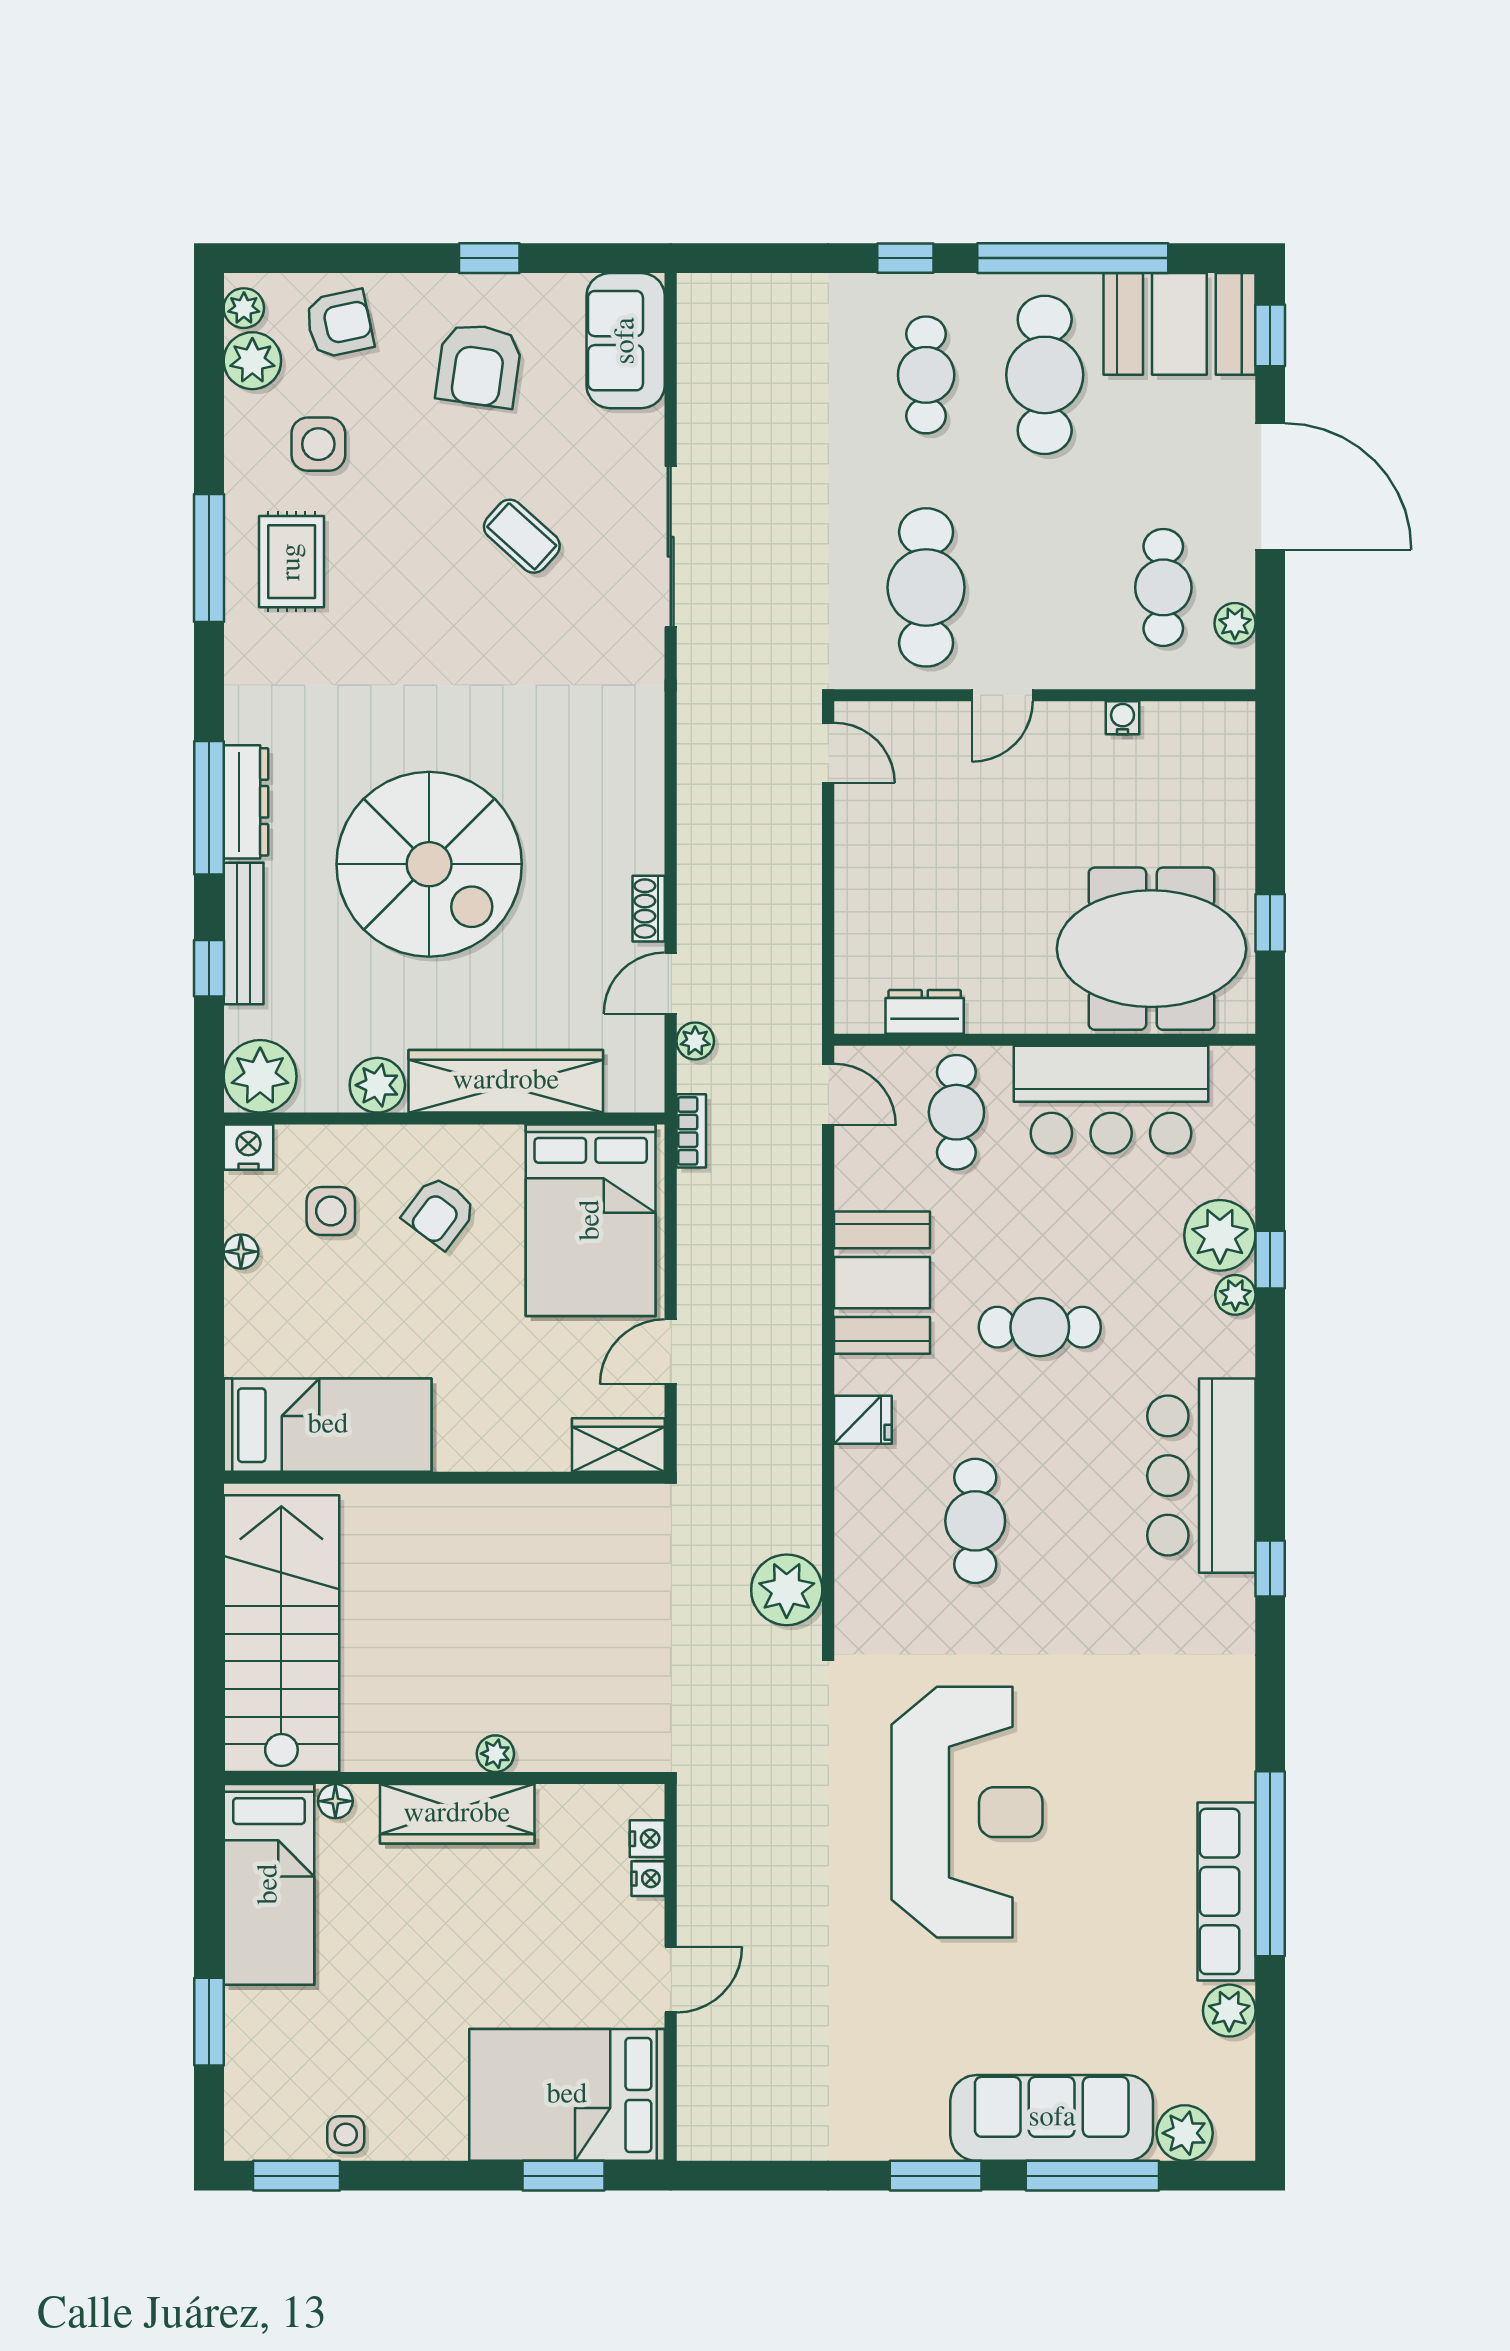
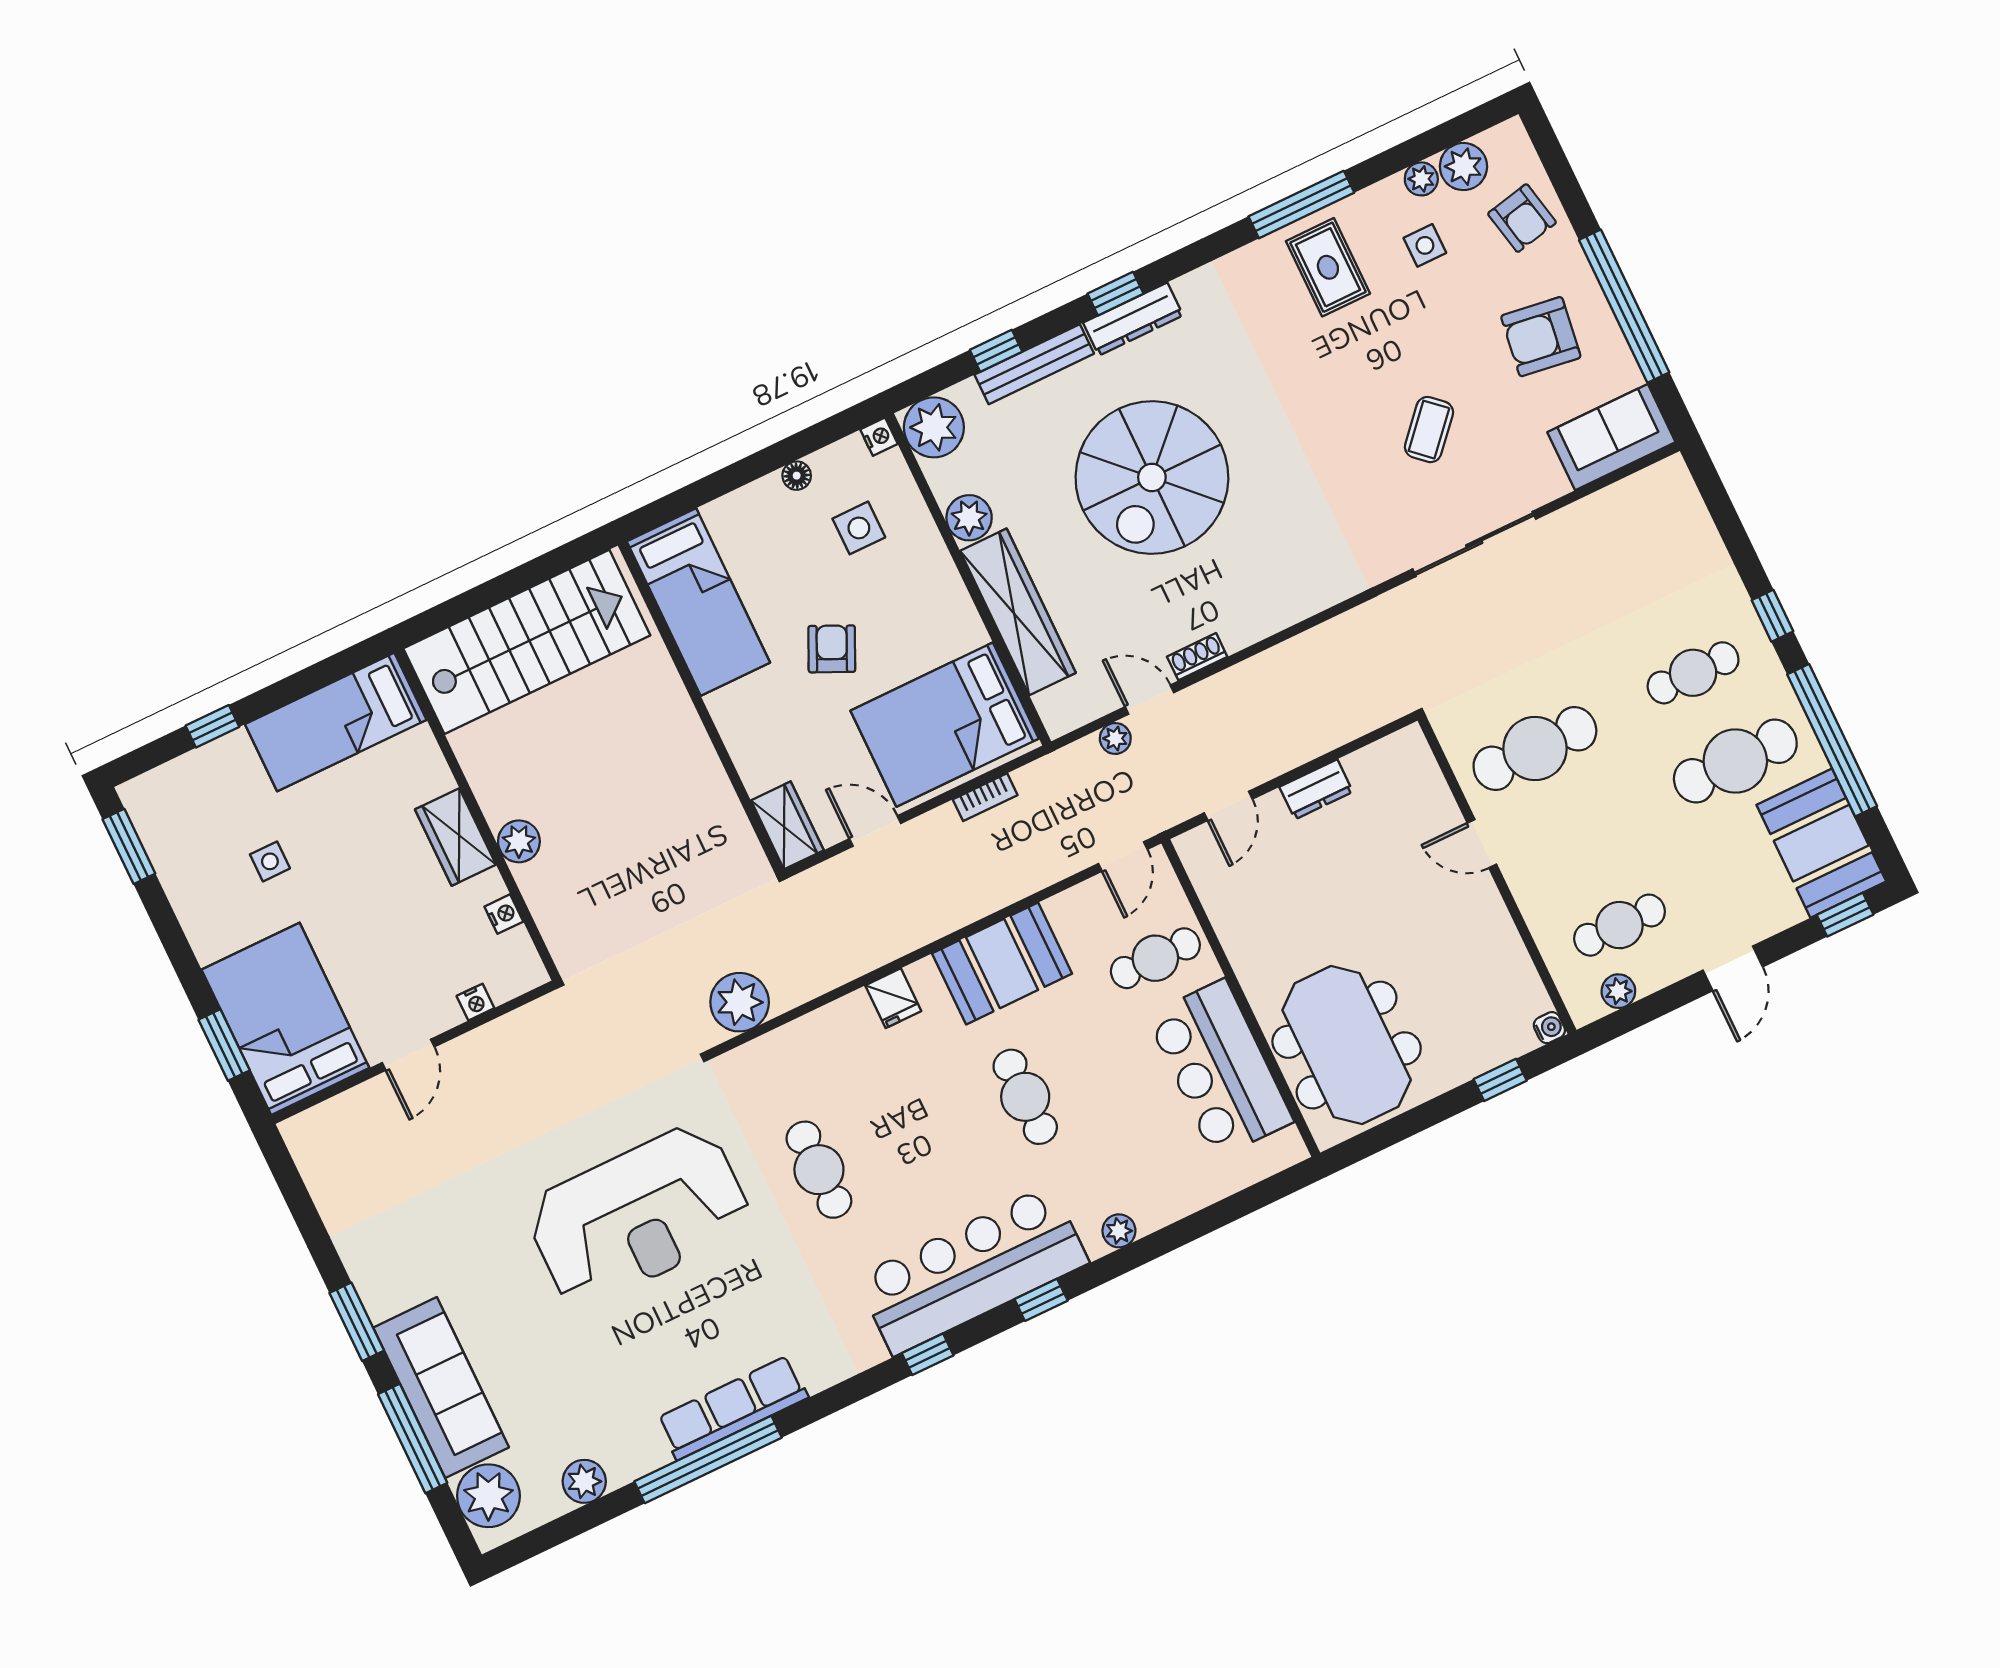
window: (489, 258) -> (1624, 306), width x3.17
plant: (244, 308) -> (1421, 179), moved
side table: (318, 444) -> (1425, 245), width x0.73, depth x0.73
door: (1270, 486) -> (1733, 968), width x0.53
rug: (292, 562) -> (1328, 267), turned 90
water cooler: (1123, 718) -> (1549, 1028), moved
door: (828, 753) -> (1228, 806), moved
window: (209, 808) -> (1115, 294), width x0.46
window: (1270, 923) -> (1500, 1080), moved
dresser: (925, 1012) -> (1316, 789), moved, turned 90
bookcase: (691, 1131) -> (985, 797), moved
nightstand: (248, 1147) -> (879, 437), width x0.72, depth x0.74
armchair: (439, 1212) -> (832, 649), moved, turned 78
plant: (1220, 1235) -> (1158, 1198), removed
window: (1270, 1260) -> (1041, 1300), moved
bar counter: (1201, 1476) -> (972, 1270), width x1.36
cafe table: (975, 1521) -> (819, 1170), moved, turned 90
plant: (495, 1754) -> (519, 841), width x1.38, depth x1.38
floor lamp: (335, 1801) -> (421, 742), removed
wardrobe: (457, 1814) -> (456, 837), width x0.67
nightstand: (647, 1839) -> (504, 914), moved, turned -90
row of seats: (1226, 1891) -> (733, 1408), moved
door: (671, 1980) -> (408, 1055), hinge flipped
window: (209, 2022) -> (212, 726), width x0.67
plant: (1185, 2133) -> (488, 1496), width x1.36, depth x1.36
side table: (346, 2135) -> (270, 861), moved

